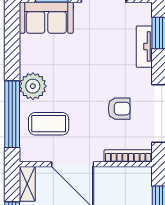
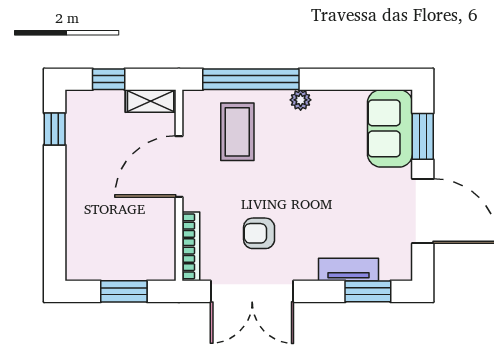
plant: (33, 86) -> (301, 100), width x0.53, depth x0.53
armchair: (119, 109) -> (259, 233), turned 90

